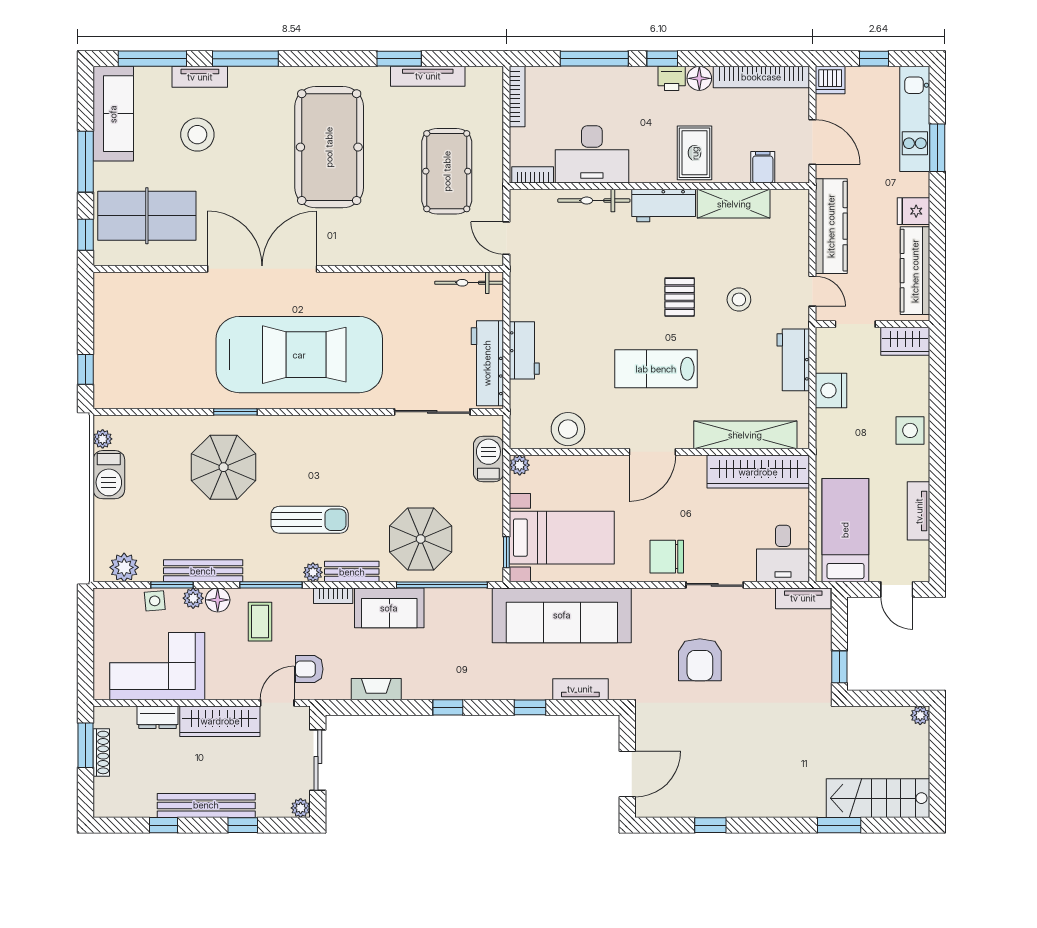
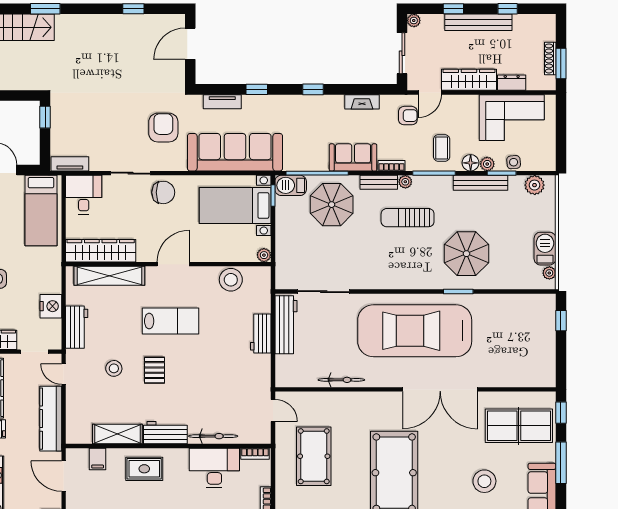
rug: (695, 153) -> (144, 469), turned 90
bicycle: (469, 283) -> (341, 380), moved
barbecue: (488, 459) -> (291, 185), moved, turned 90
armchair: (700, 660) -> (163, 128), moved

